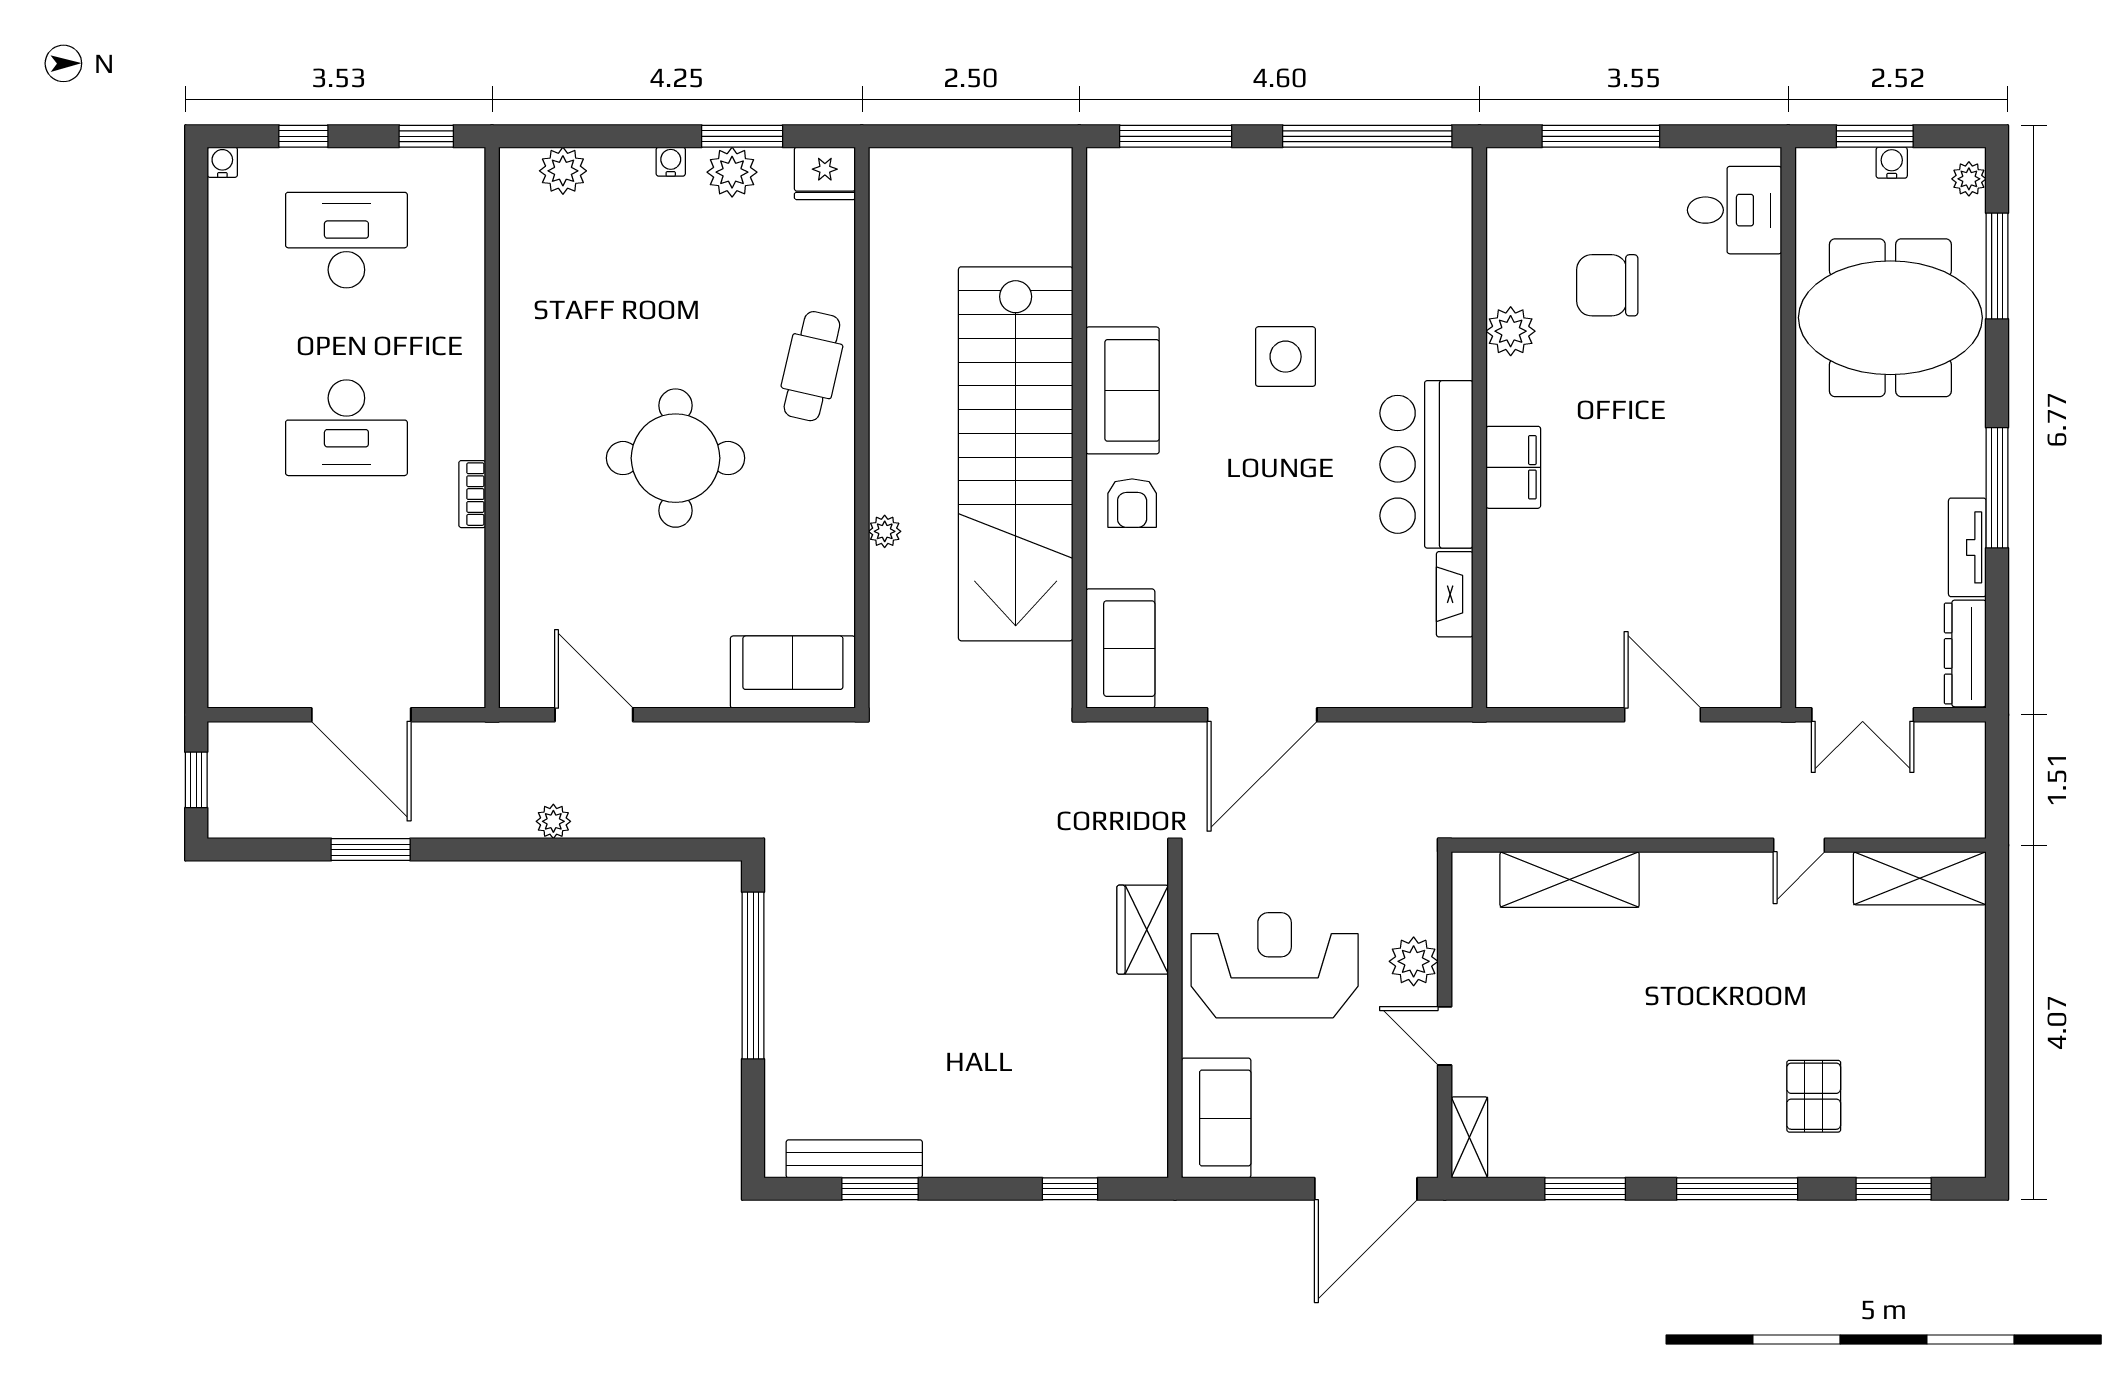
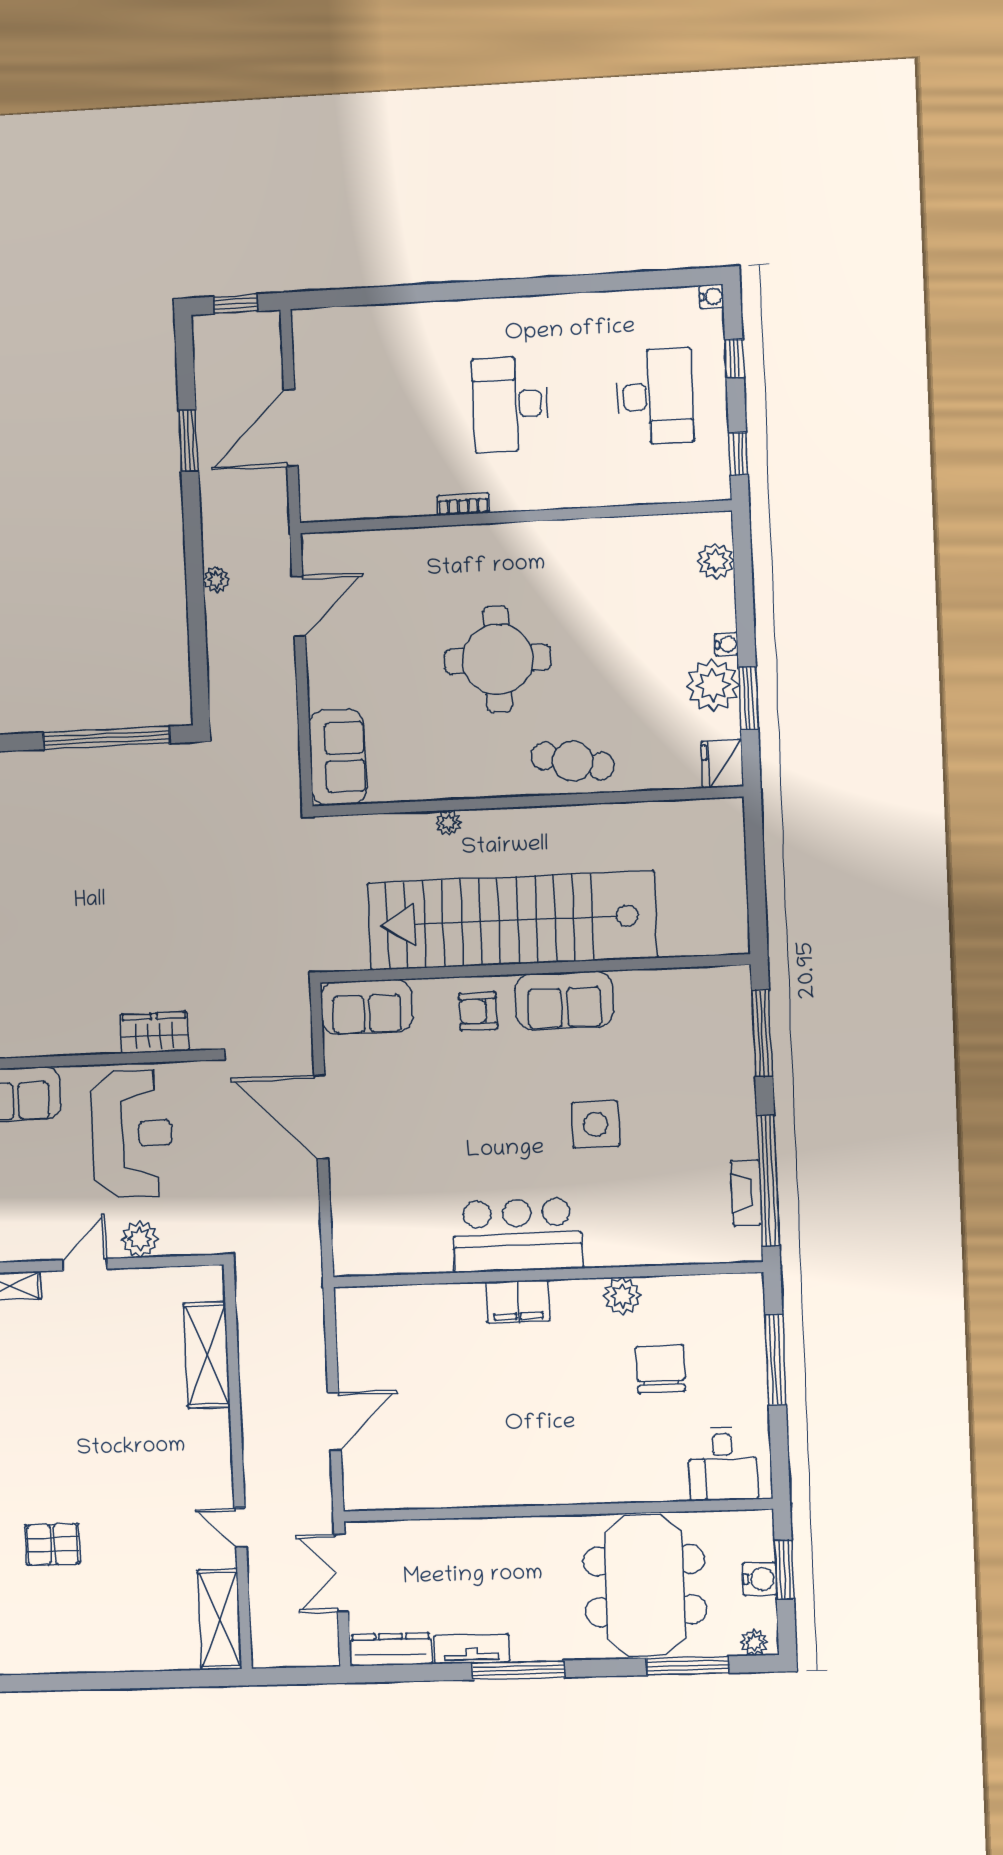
water cooler: (1892, 163) -> (760, 1579), width x1.38, depth x1.38
plant: (732, 172) -> (713, 685), width x1.36, depth x1.36
fireplace: (1455, 594) -> (746, 1193), moved, turned -90

